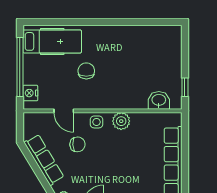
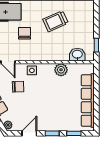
trolley: (129, 54) -> (56, 21), added
plant: (121, 121) -> (61, 70), moved

